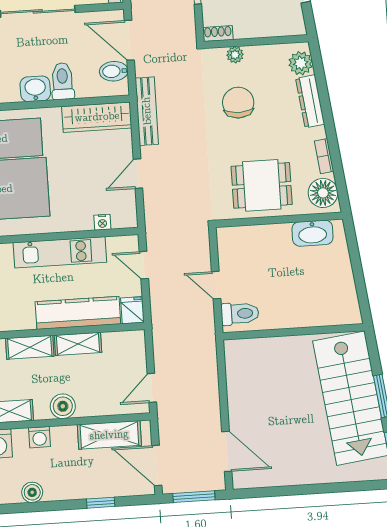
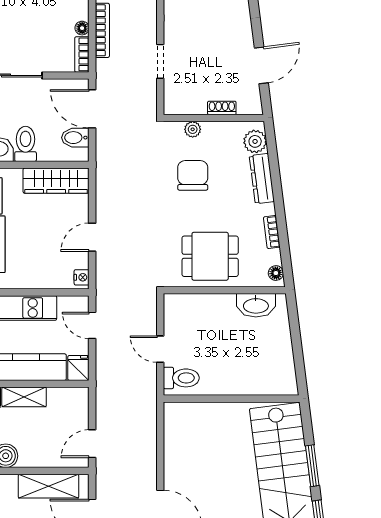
shoe rack: (218, 34) -> (222, 108), moved
bench: (147, 111) -> (104, 178), removed
floor lamp: (323, 193) -> (276, 273), width x0.53, depth x0.53
nightstand: (102, 222) -> (82, 277), moved, turned -90

